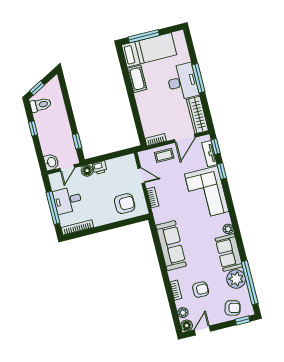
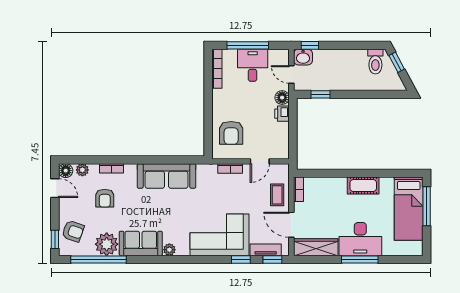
cot: (137, 79) -> (363, 186), moved
window: (33, 129) -> (310, 45), moved
armchair: (233, 308) -> (73, 231), turned -86

